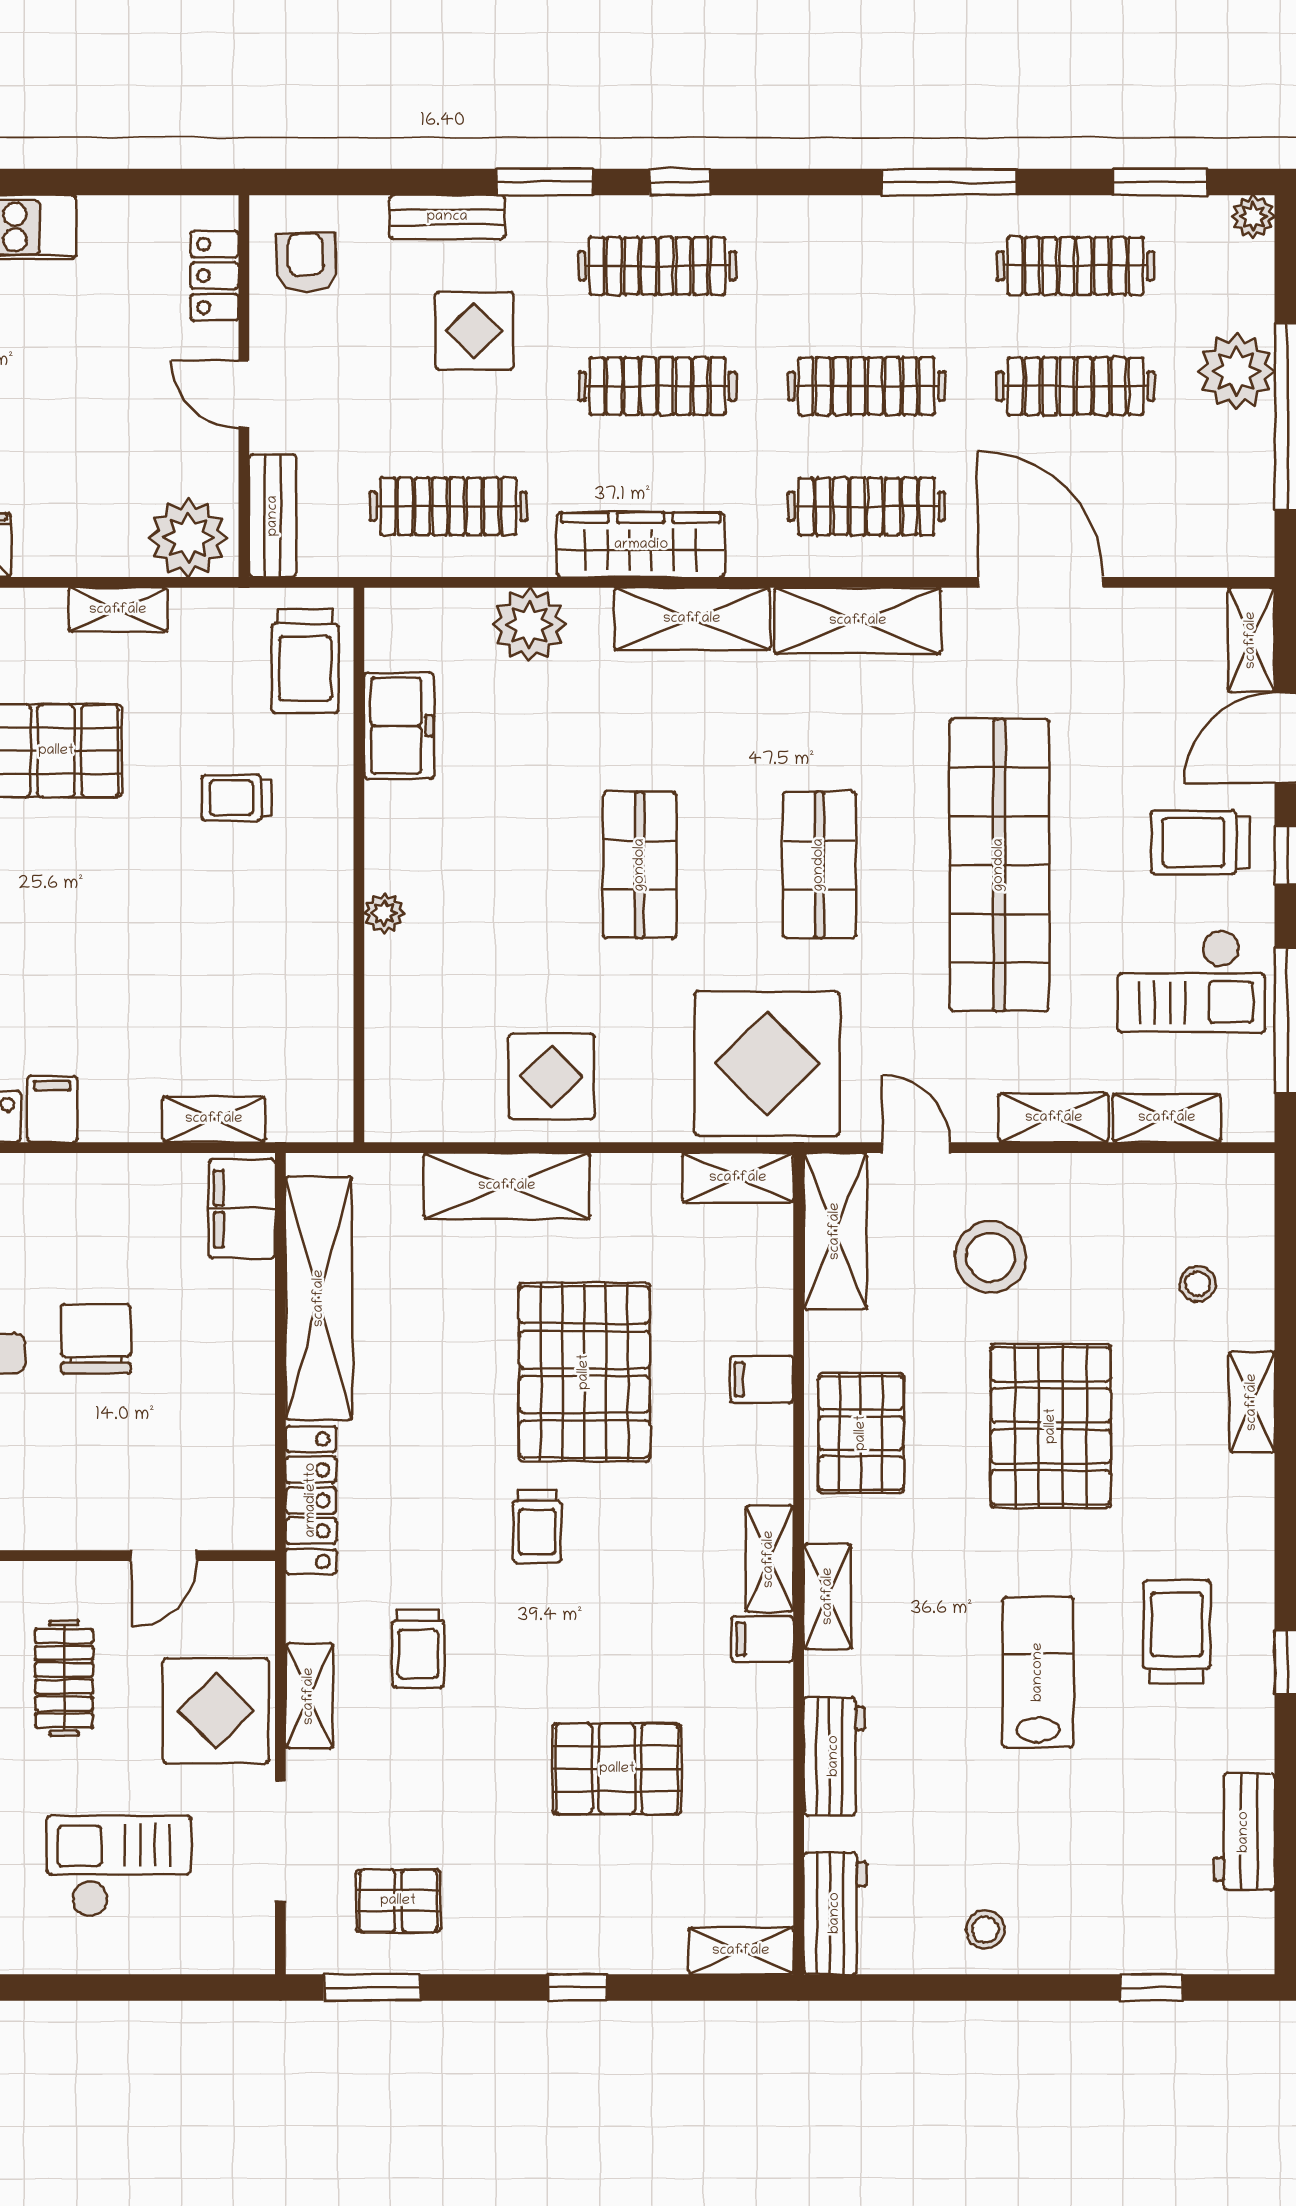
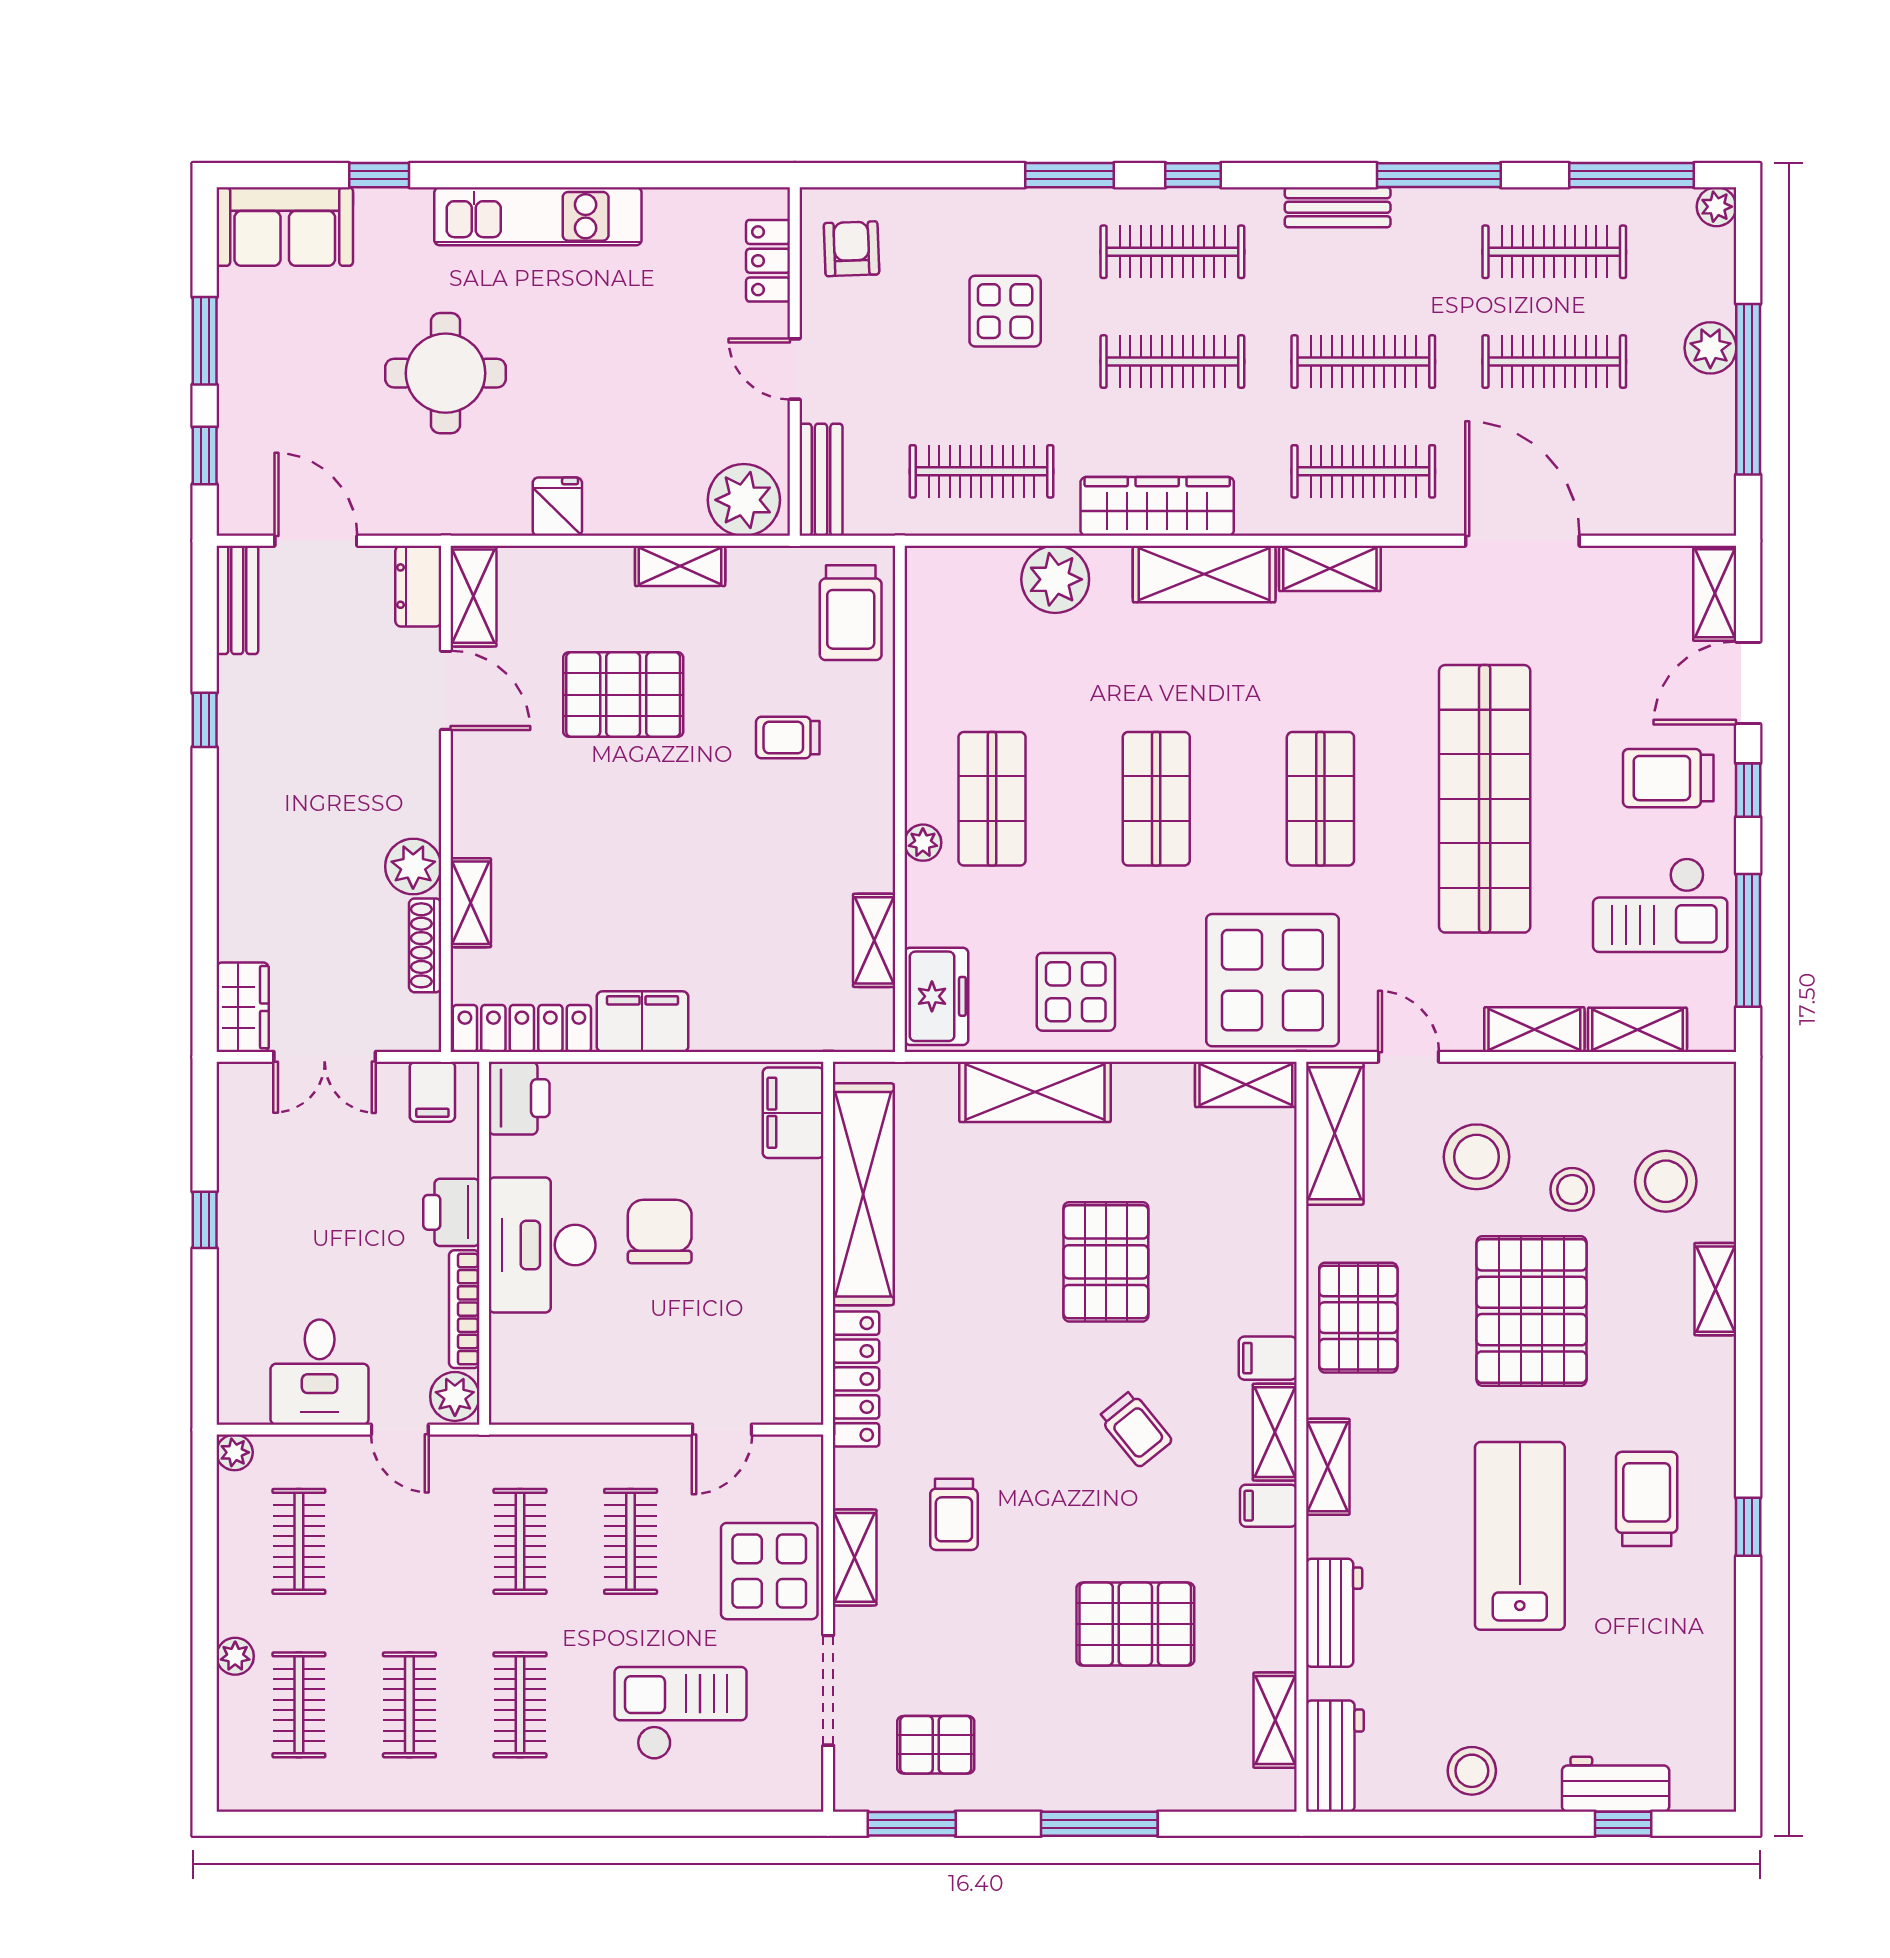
window: (1160, 182) -> (1632, 175), width x1.44
bench: (447, 217) -> (1338, 207), moved
plant: (1236, 371) -> (1710, 348), width x0.73, depth x0.73
shelving: (858, 621) -> (1330, 568), width x0.67, depth x0.75
freezer: (399, 726) -> (936, 996), moved
shop shelf: (460, 865) -> (992, 799), added
filing cabinet: (52, 1109) -> (642, 1022), width x2.00
shelving: (214, 1119) -> (874, 940), moved, turned 90
stool: (1198, 1284) -> (1666, 1181), width x1.89, depth x1.89
stool: (1095, 1293) -> (1572, 1189), added
pallet: (584, 1372) -> (1106, 1262), width x0.73, depth x0.71
filing cabinet: (762, 1379) -> (1268, 1358), moved
trolley: (537, 1527) -> (1135, 1429), moved, turned -39
lab bench: (1038, 1672) -> (1520, 1536), width x1.36, depth x1.39
workbench: (1244, 1832) -> (1616, 1784), moved, turned 90
stool: (985, 1929) -> (1472, 1771), width x1.37, depth x1.37
shelving: (741, 1951) -> (1275, 1720), moved, turned 90
window: (577, 1987) -> (1099, 1824), width x2.17

